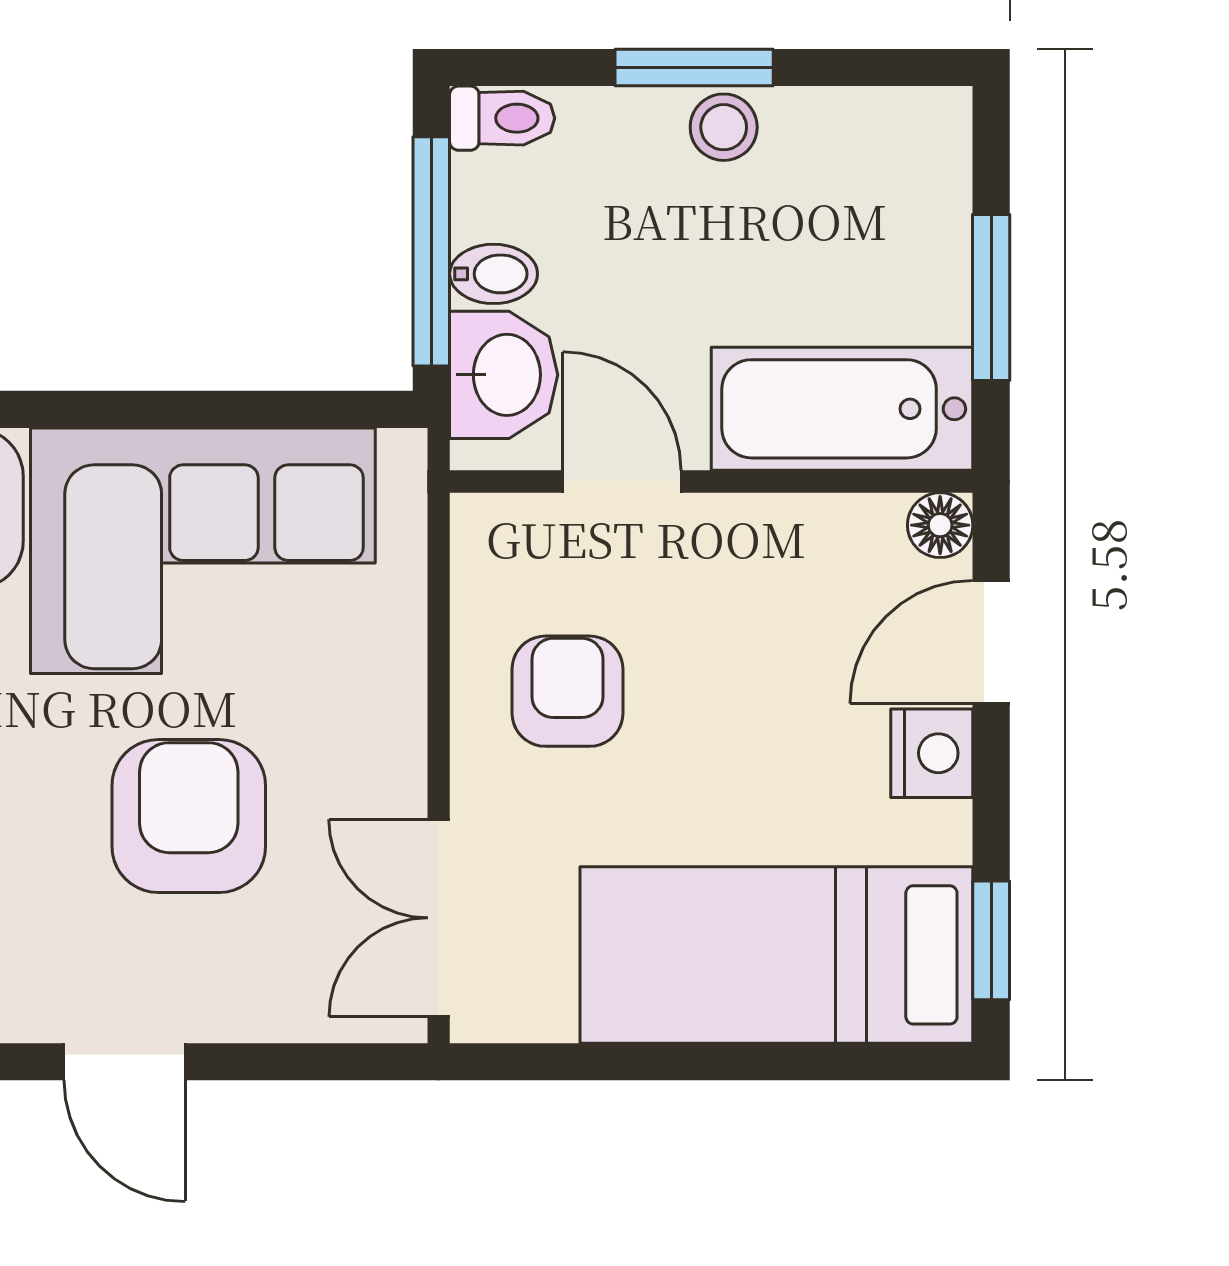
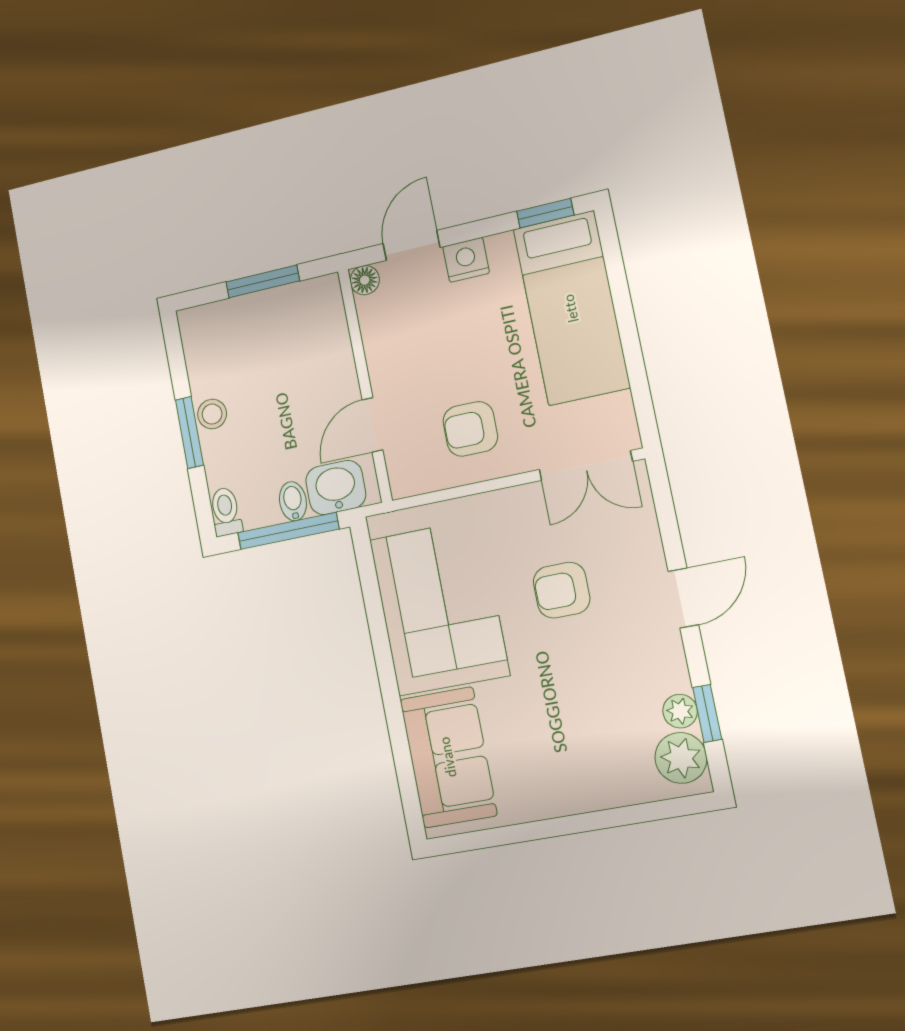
bathtub: (842, 409) -> (322, 335), removed
door: (991, 642) -> (412, 245), swing flipped
armchair: (189, 816) -> (562, 590), width x0.72, depth x0.72

